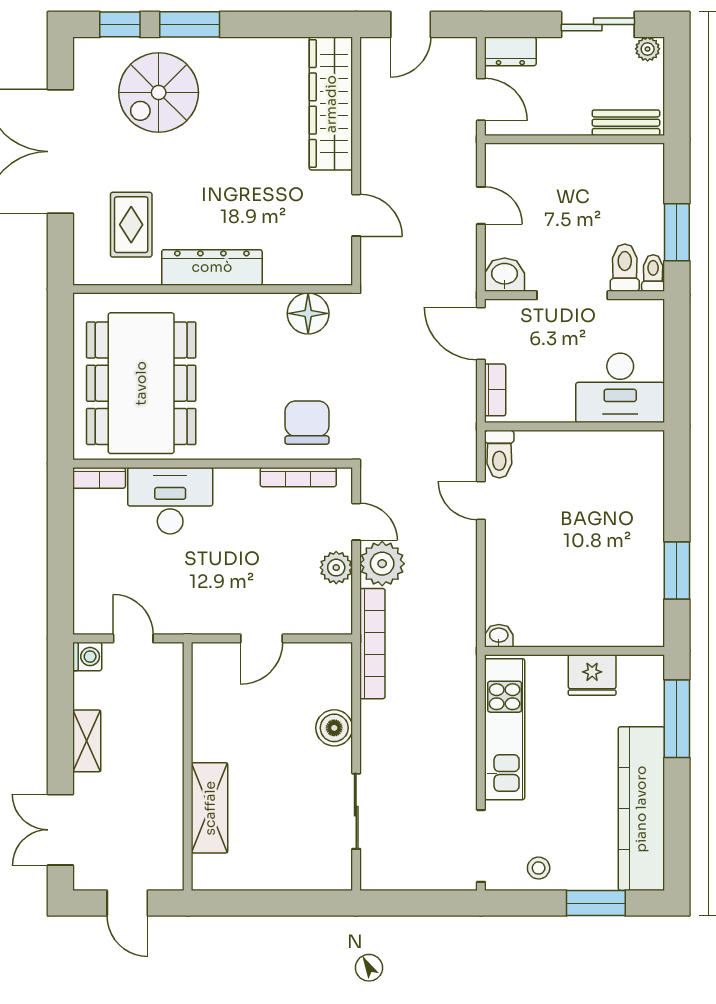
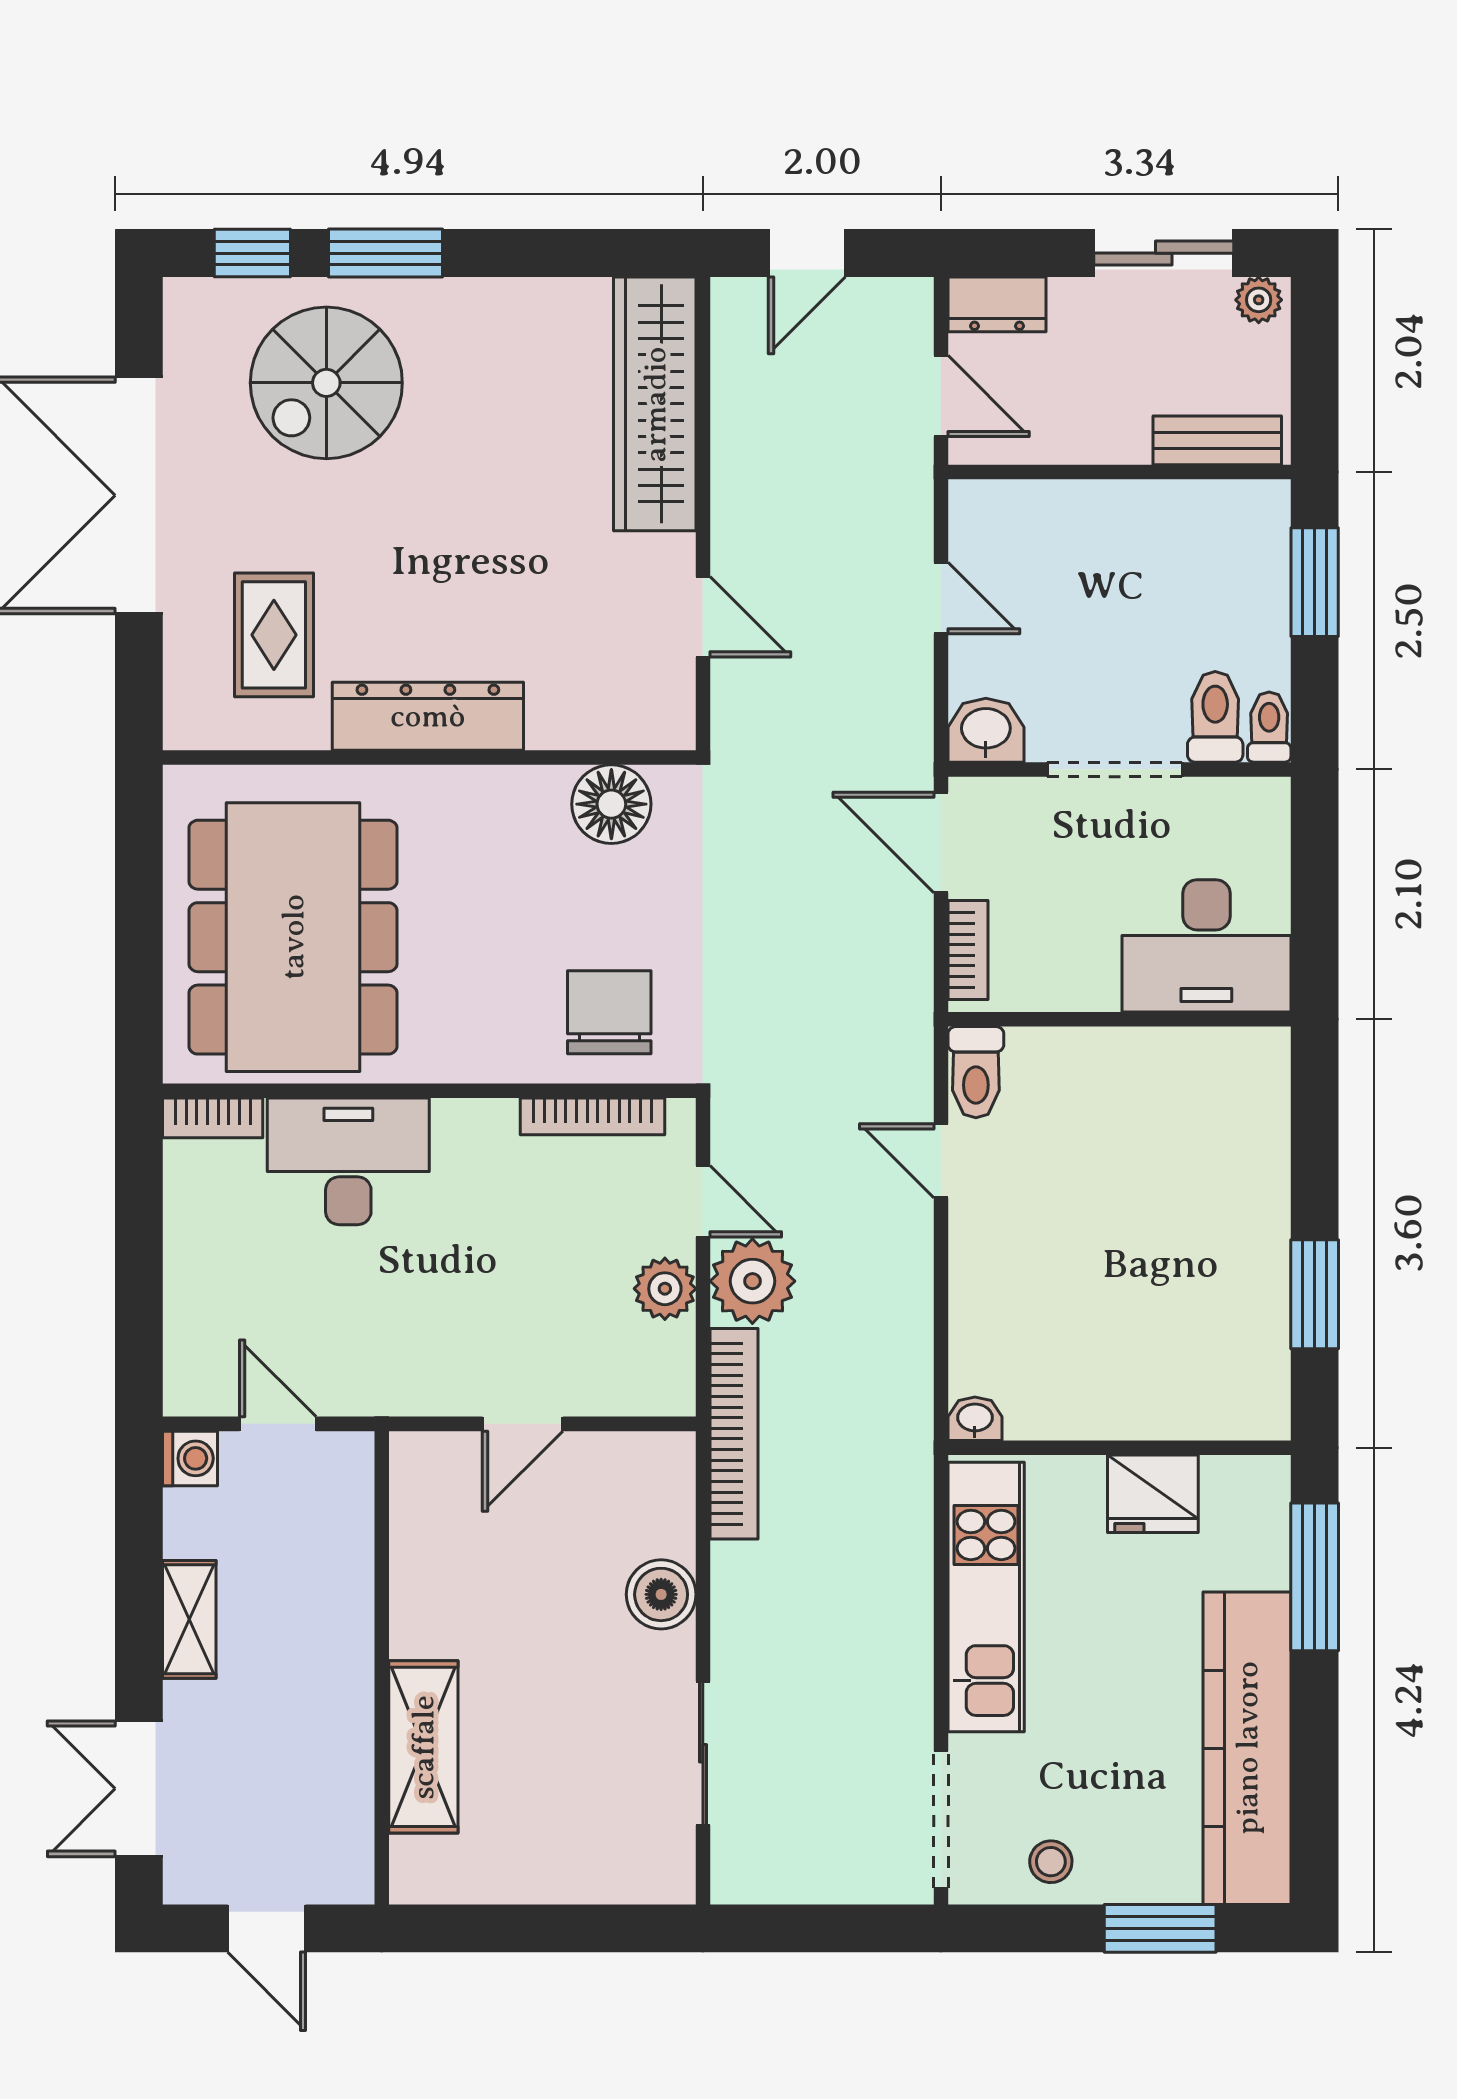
window: (677, 232) -> (1315, 582), moved

